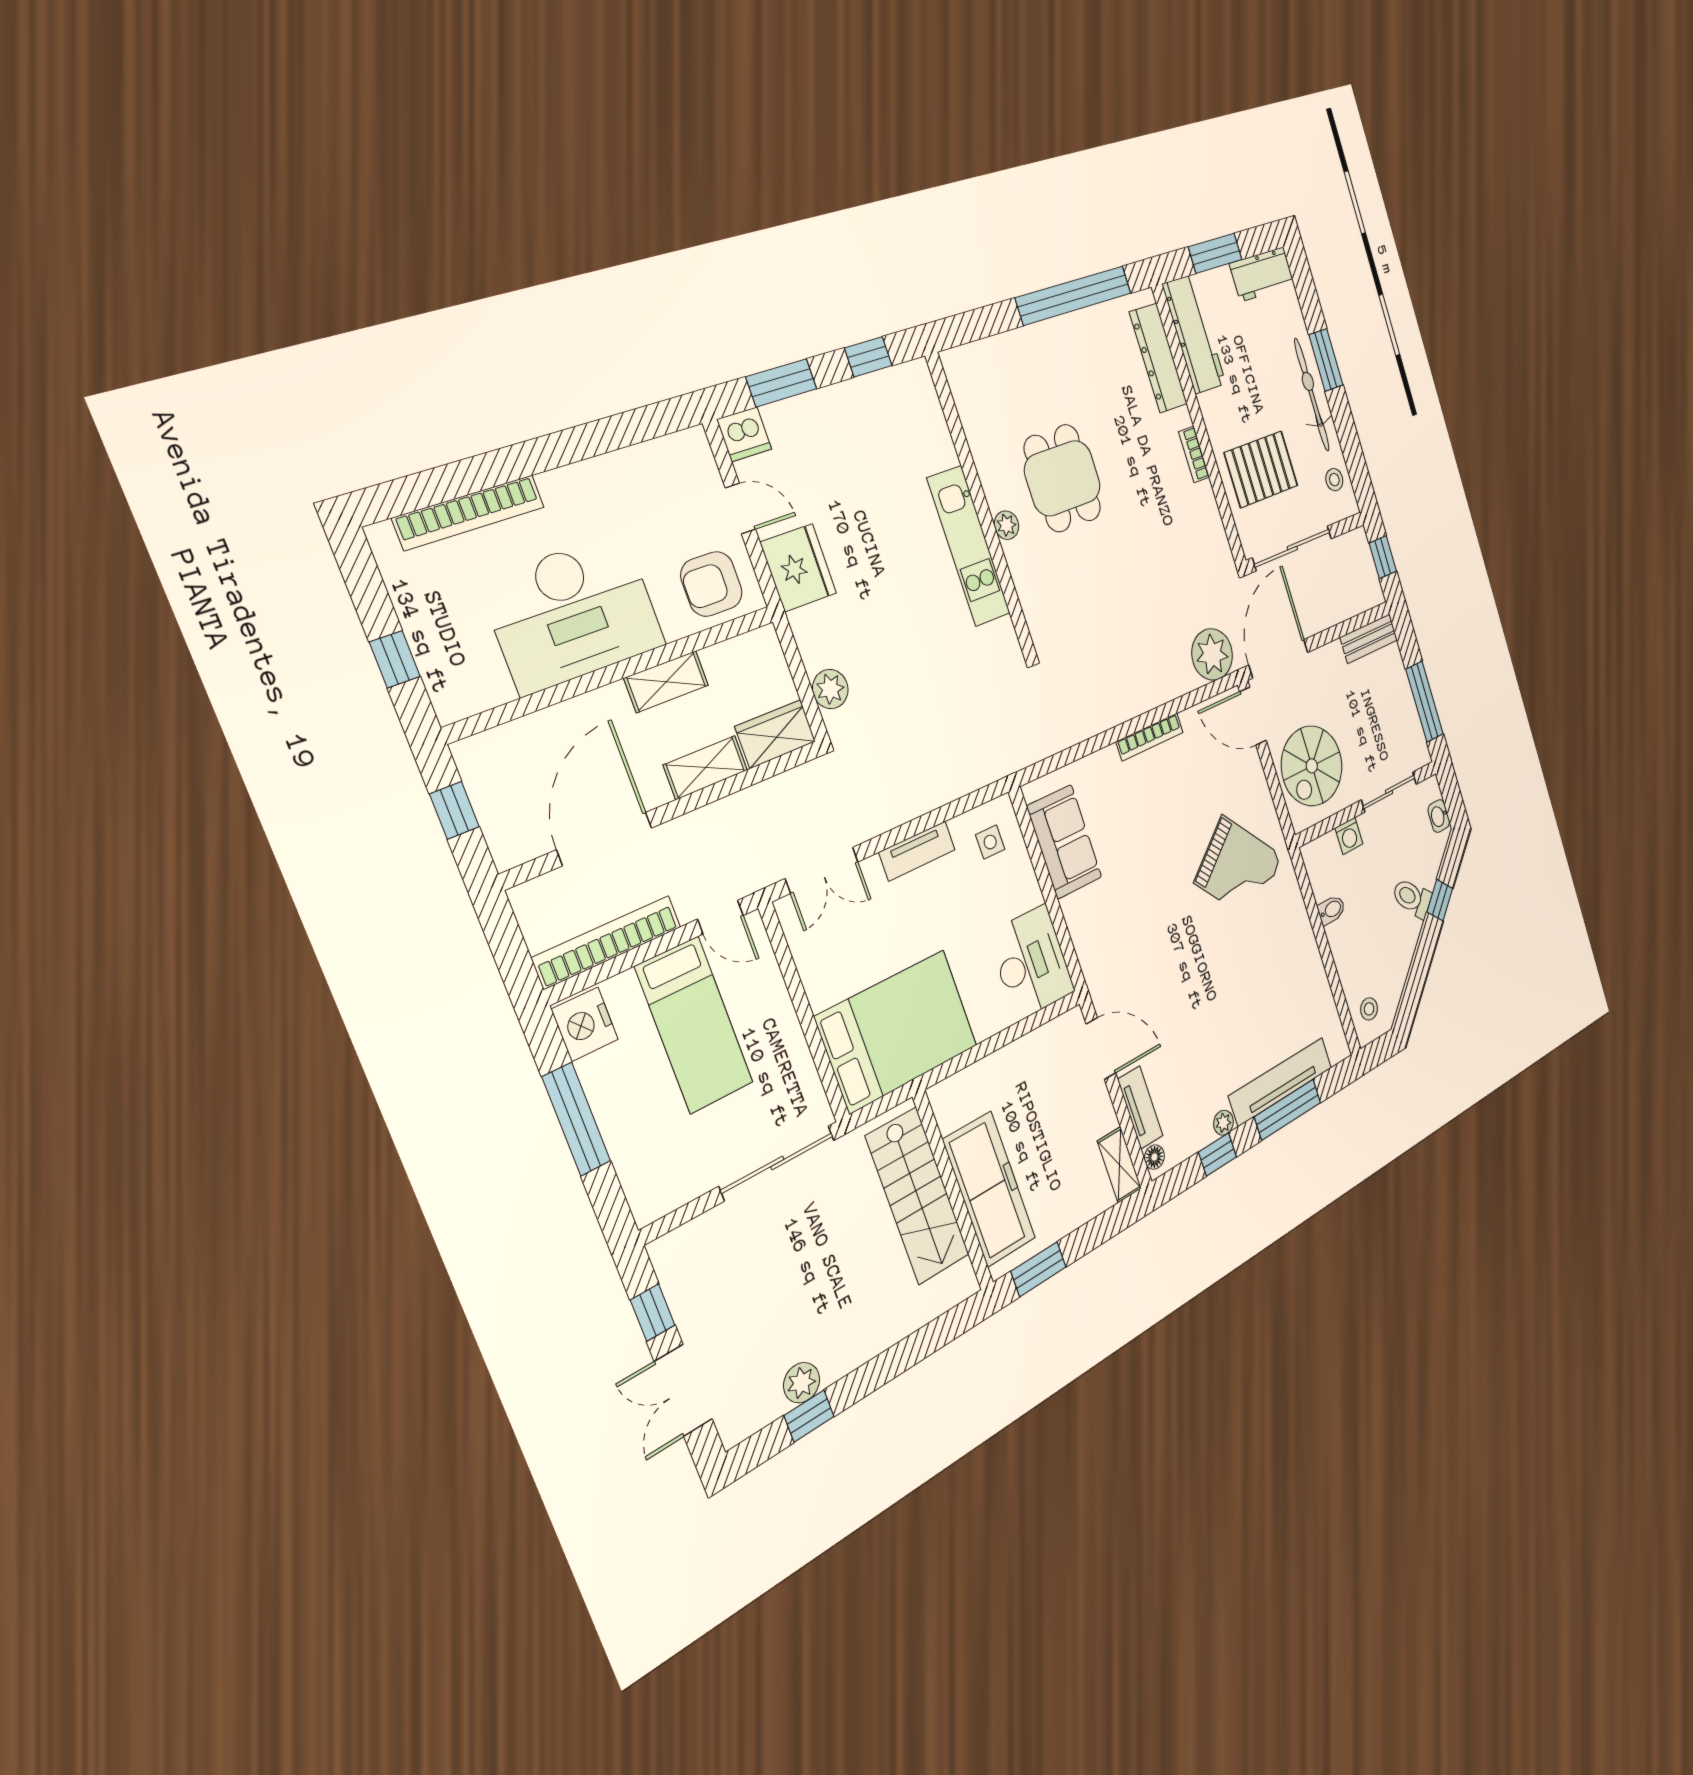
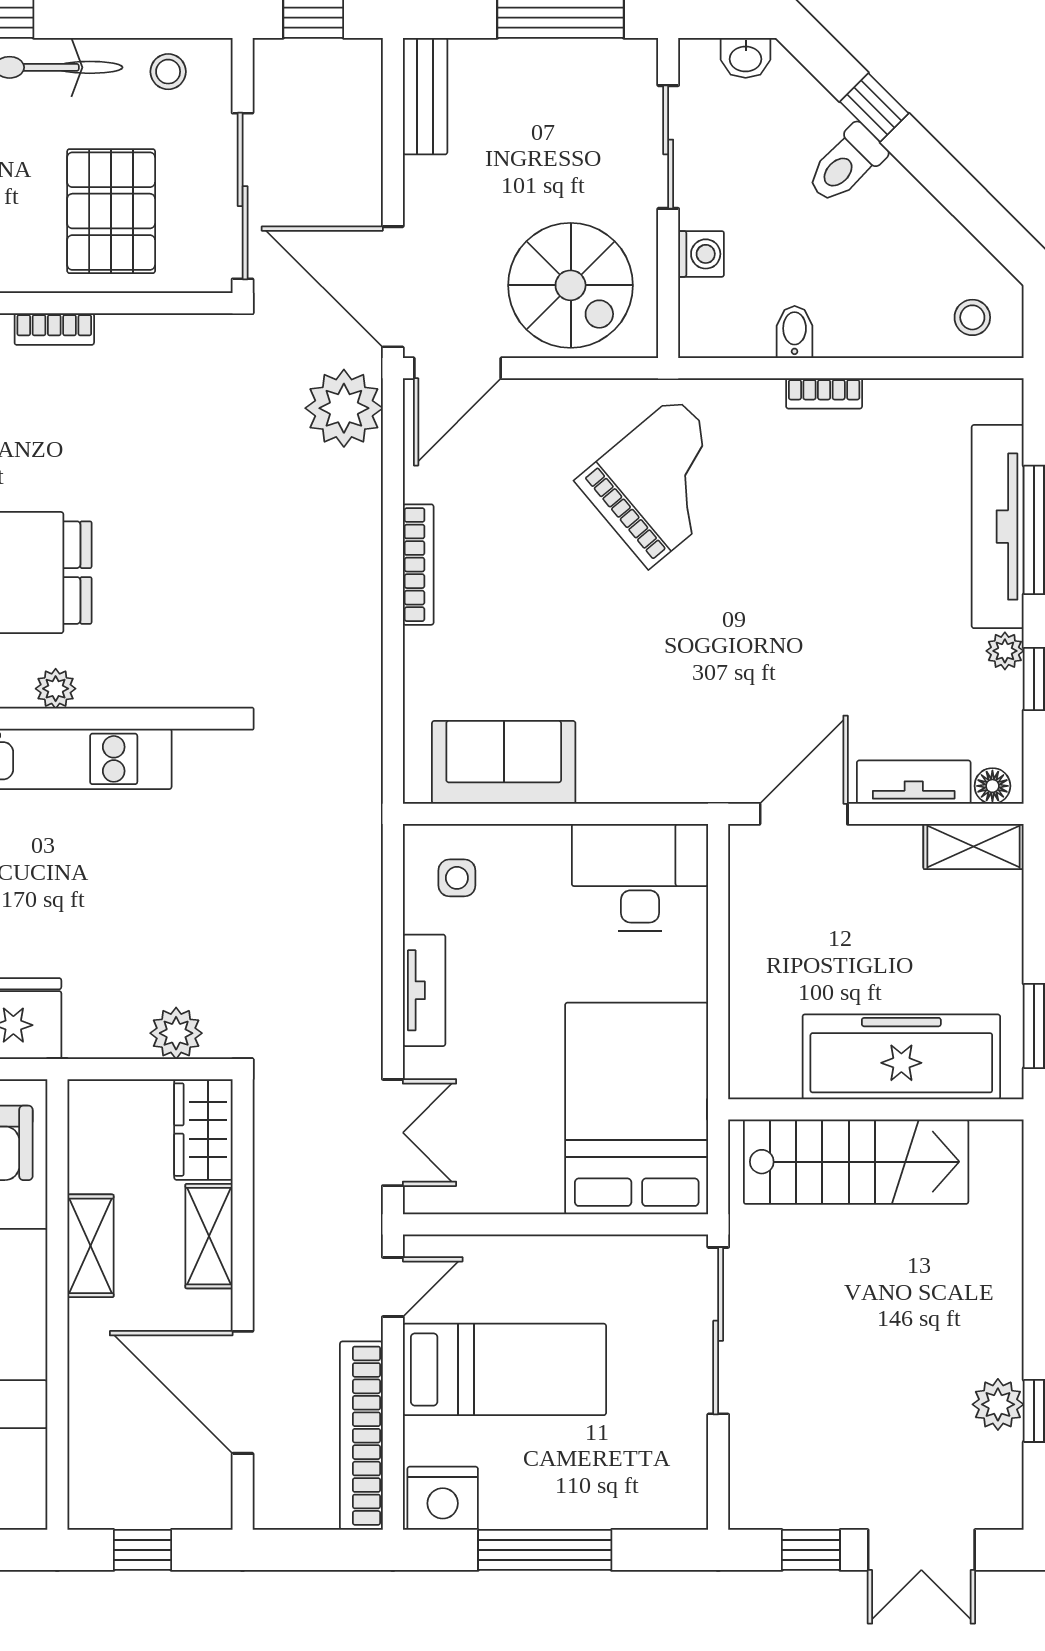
bookcase: (1309, 943) -> (824, 393), added

